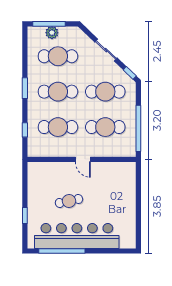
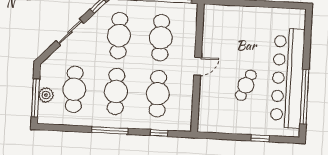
window: (25, 88) -> (110, 130), width x1.44
cafe table: (69, 201) -> (246, 85), turned 35

